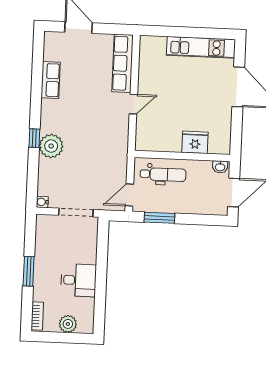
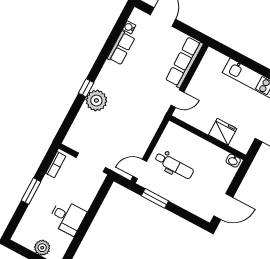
fridge: (195, 142) -> (223, 132), moved
wall: (182, 156) -> (207, 138), moved
washbasin: (220, 167) -> (233, 161), moved
water cooler: (42, 202) -> (129, 27), moved
bookcase: (37, 316) -> (56, 165), moved

